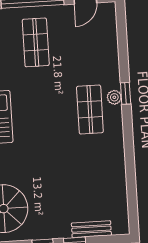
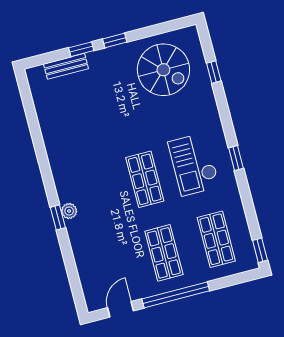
shop shelf: (90, 109) -> (145, 179), moved

